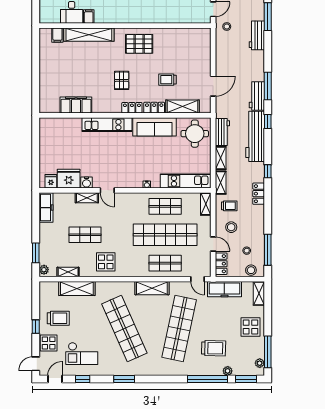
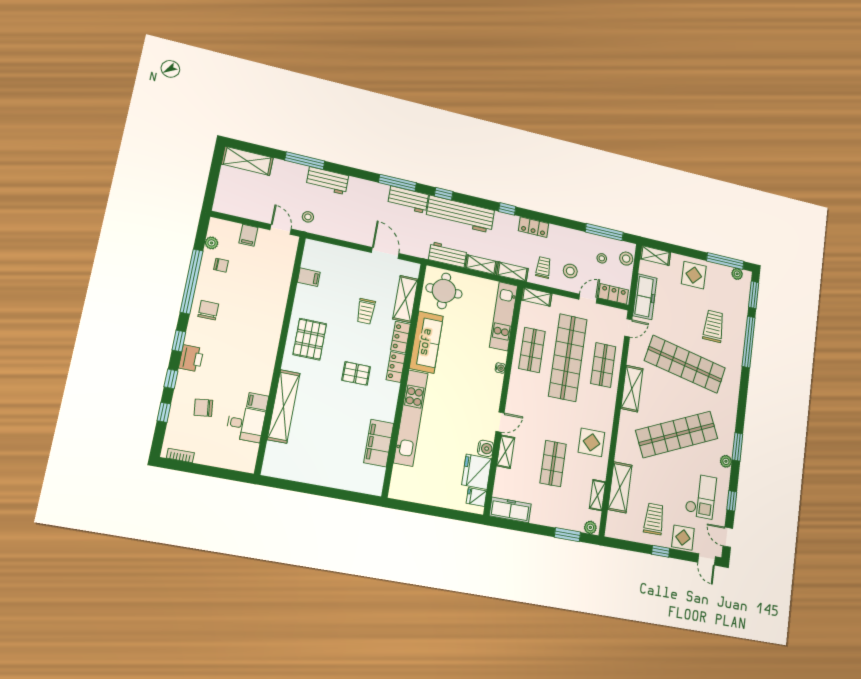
filing cabinet: (57, 35) -> (309, 277), moved
kitchen unit: (107, 125) -> (411, 418), width x1.36
plant: (228, 371) -> (726, 461), moved

